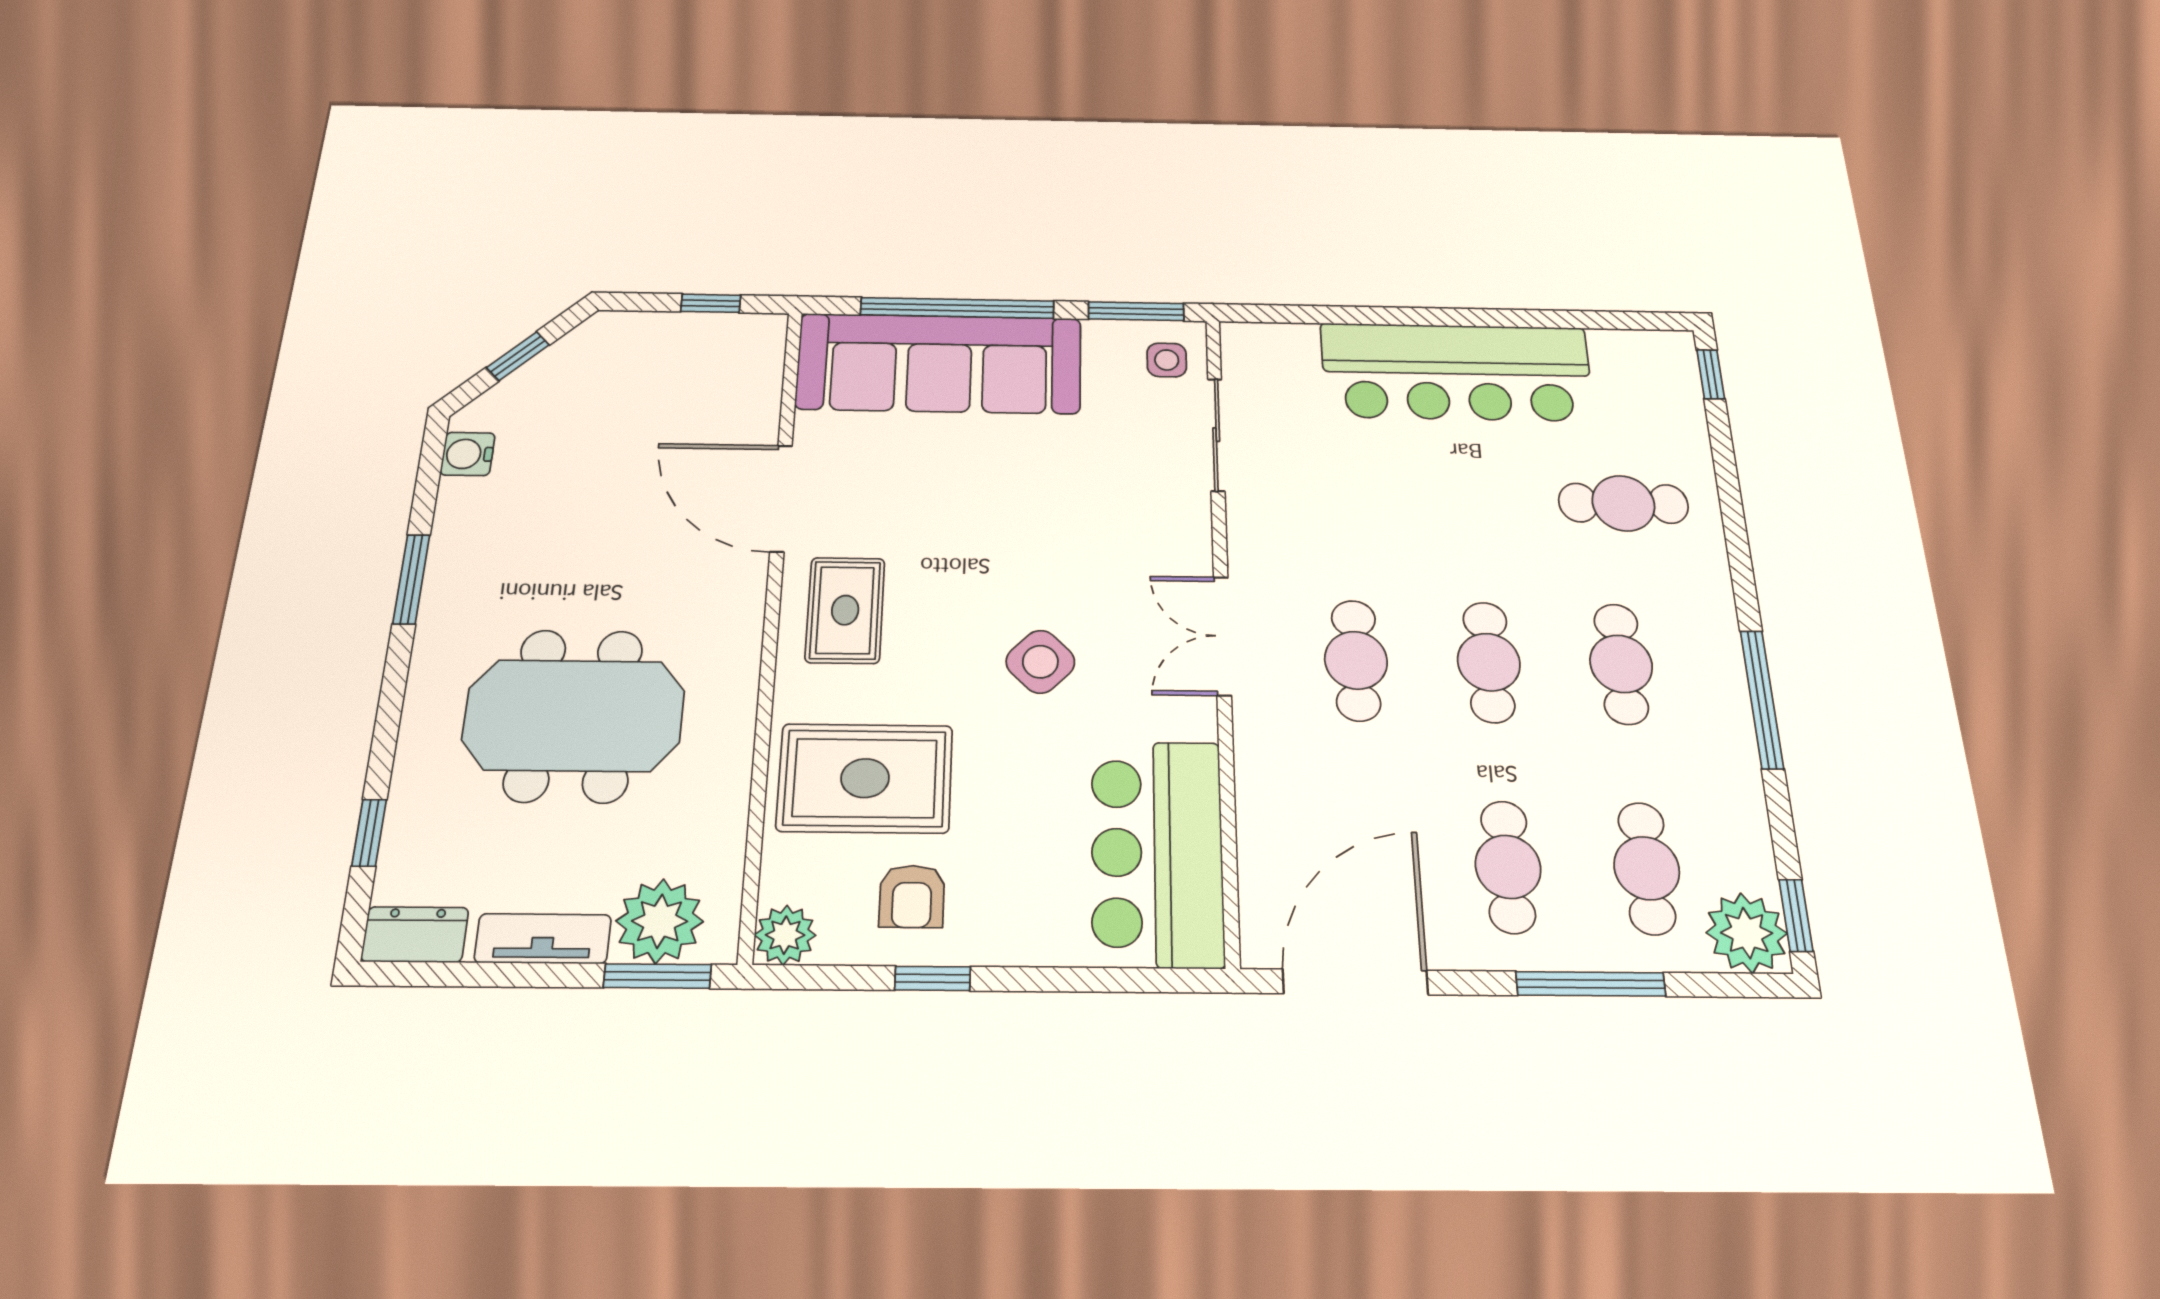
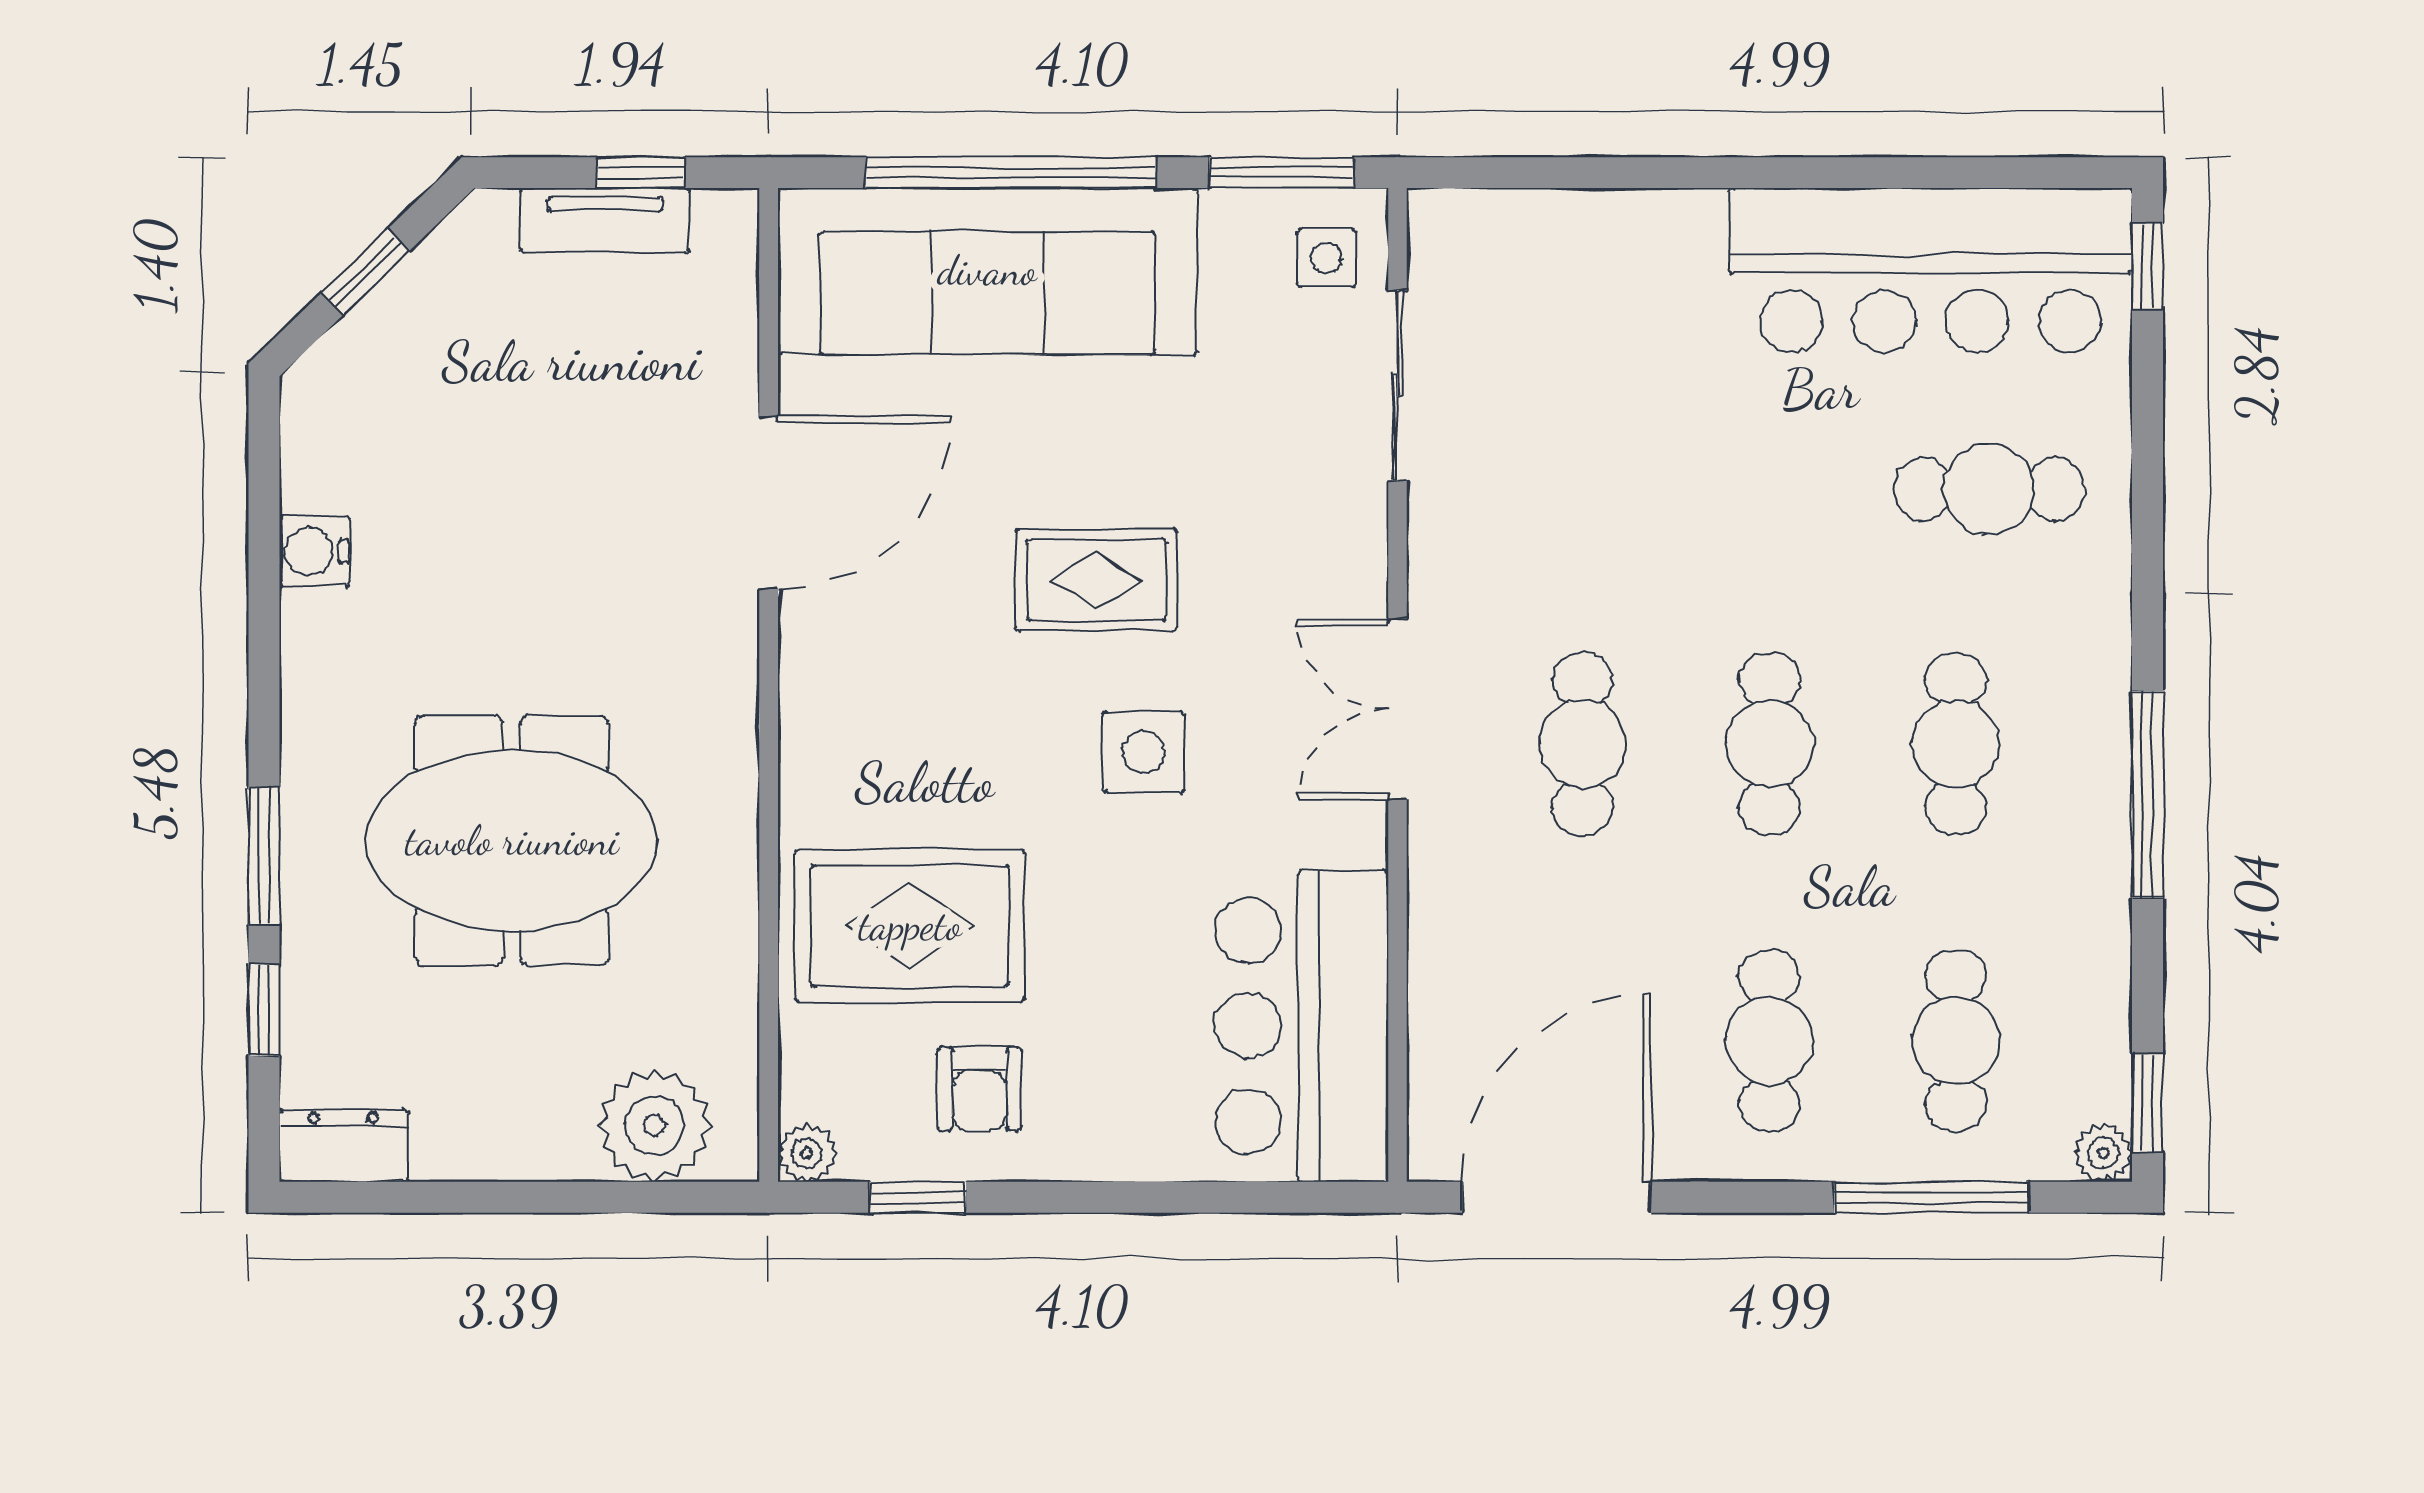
bar counter: (1457, 372) -> (1931, 270), moved
water cooler: (468, 454) -> (314, 551), moved
door: (781, 498) -> (769, 503), swing flipped
window: (411, 579) -> (264, 856), moved
rug: (845, 610) -> (1096, 580), moved, turned 90
side table: (1040, 662) -> (1143, 752), turned 45
plant: (1747, 933) -> (2103, 1153), width x0.53, depth x0.53
plant: (785, 935) -> (807, 1153), width x0.73, depth x0.73
tv unit: (543, 939) -> (605, 220), moved, turned 180
window: (657, 976) -> (659, 1197), removed
window: (933, 978) -> (918, 1197), moved
window: (1591, 984) -> (1931, 1197), moved

